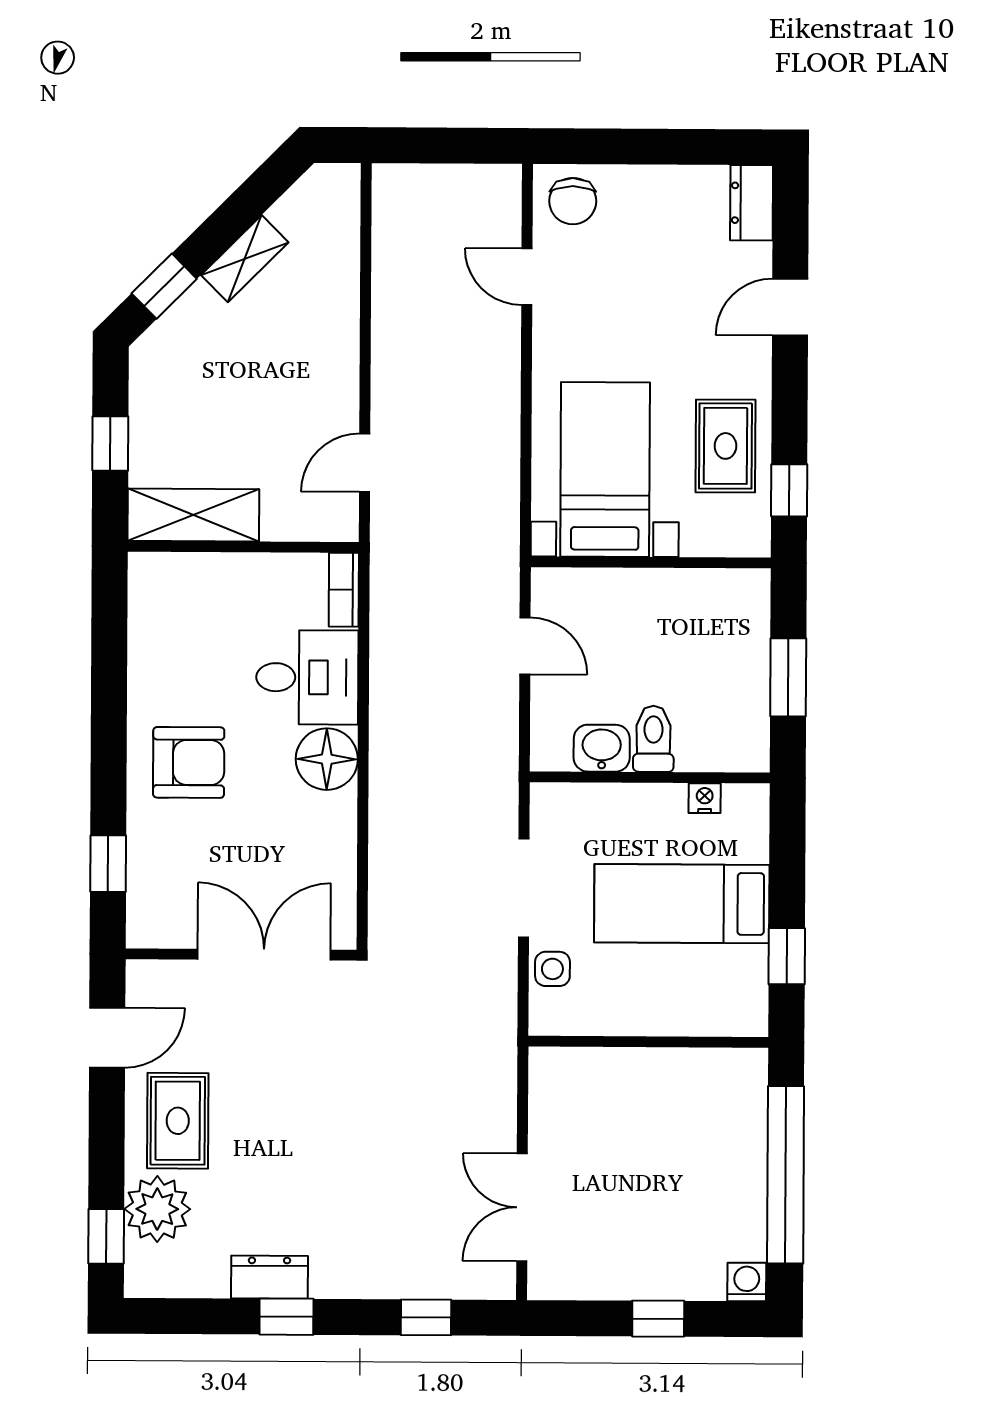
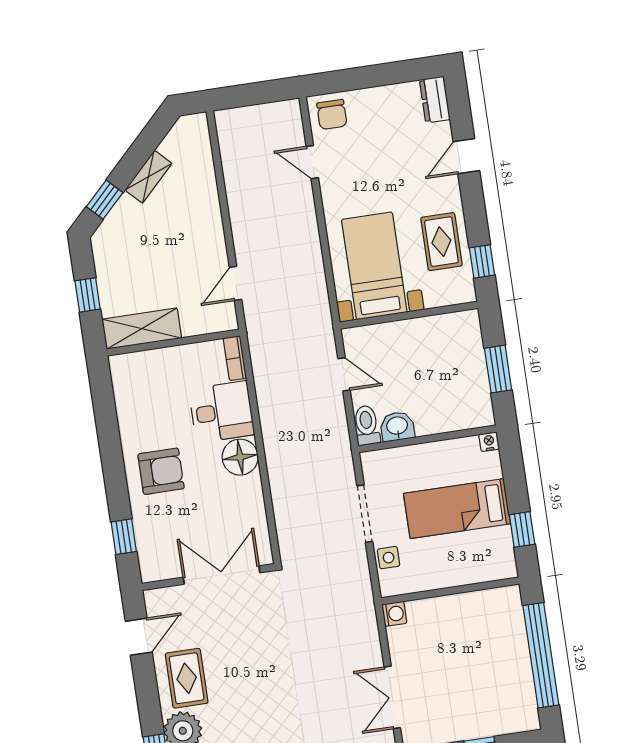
toilet: (653, 739) -> (367, 425), moved
nightstand: (705, 798) -> (489, 442), moved
washing machine: (747, 1282) -> (394, 614), moved, turned 90

